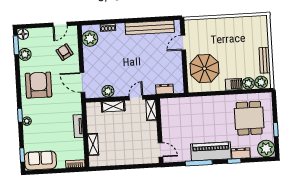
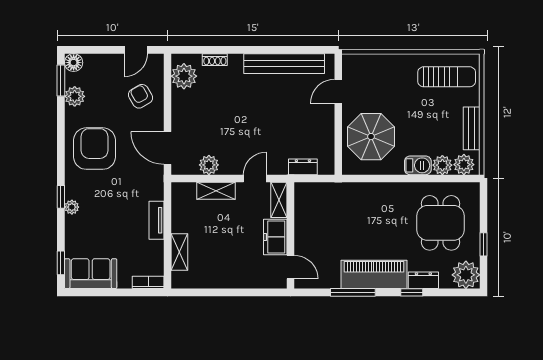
sun lounger: (248, 30) -> (447, 77), added
freezer: (150, 132) -> (275, 237), added

